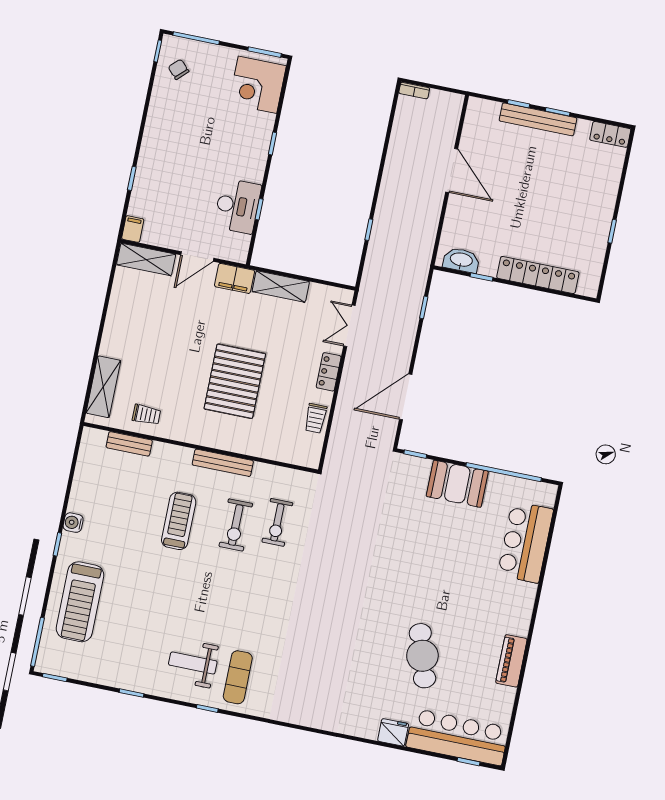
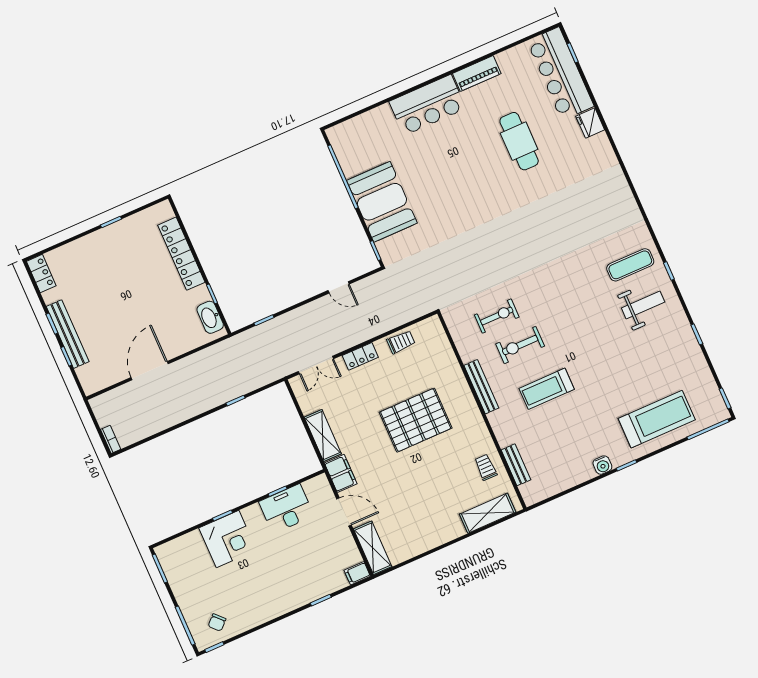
corner desk: (257, 85) -> (228, 539), moved
door: (406, 397) -> (339, 287), width x0.53
booth: (457, 484) -> (382, 202), width x1.36, depth x1.42
exercise bike: (236, 525) -> (520, 345), turned 180
bar counter: (525, 542) -> (428, 105), moved
cafe table: (422, 656) -> (519, 141), turned -73
weight bench: (193, 663) -> (643, 305), turned -90

